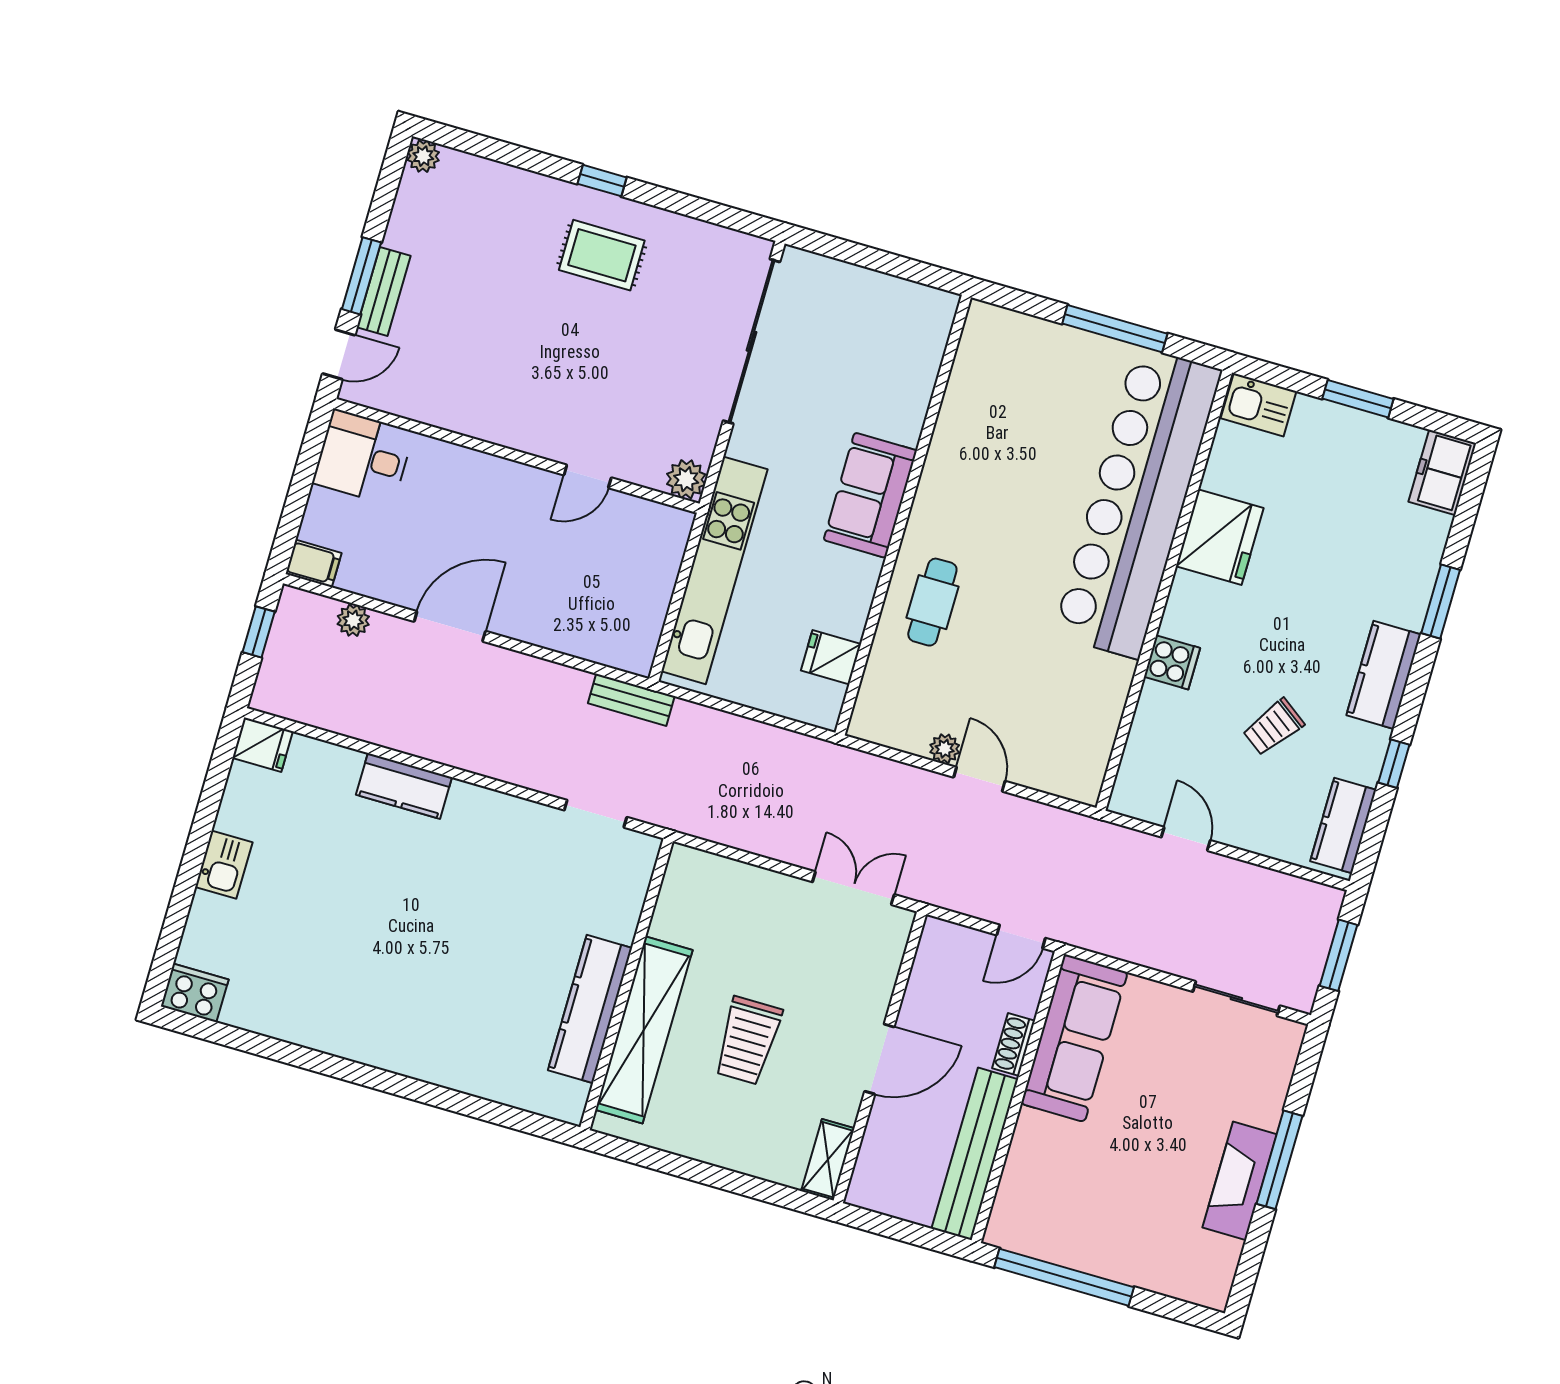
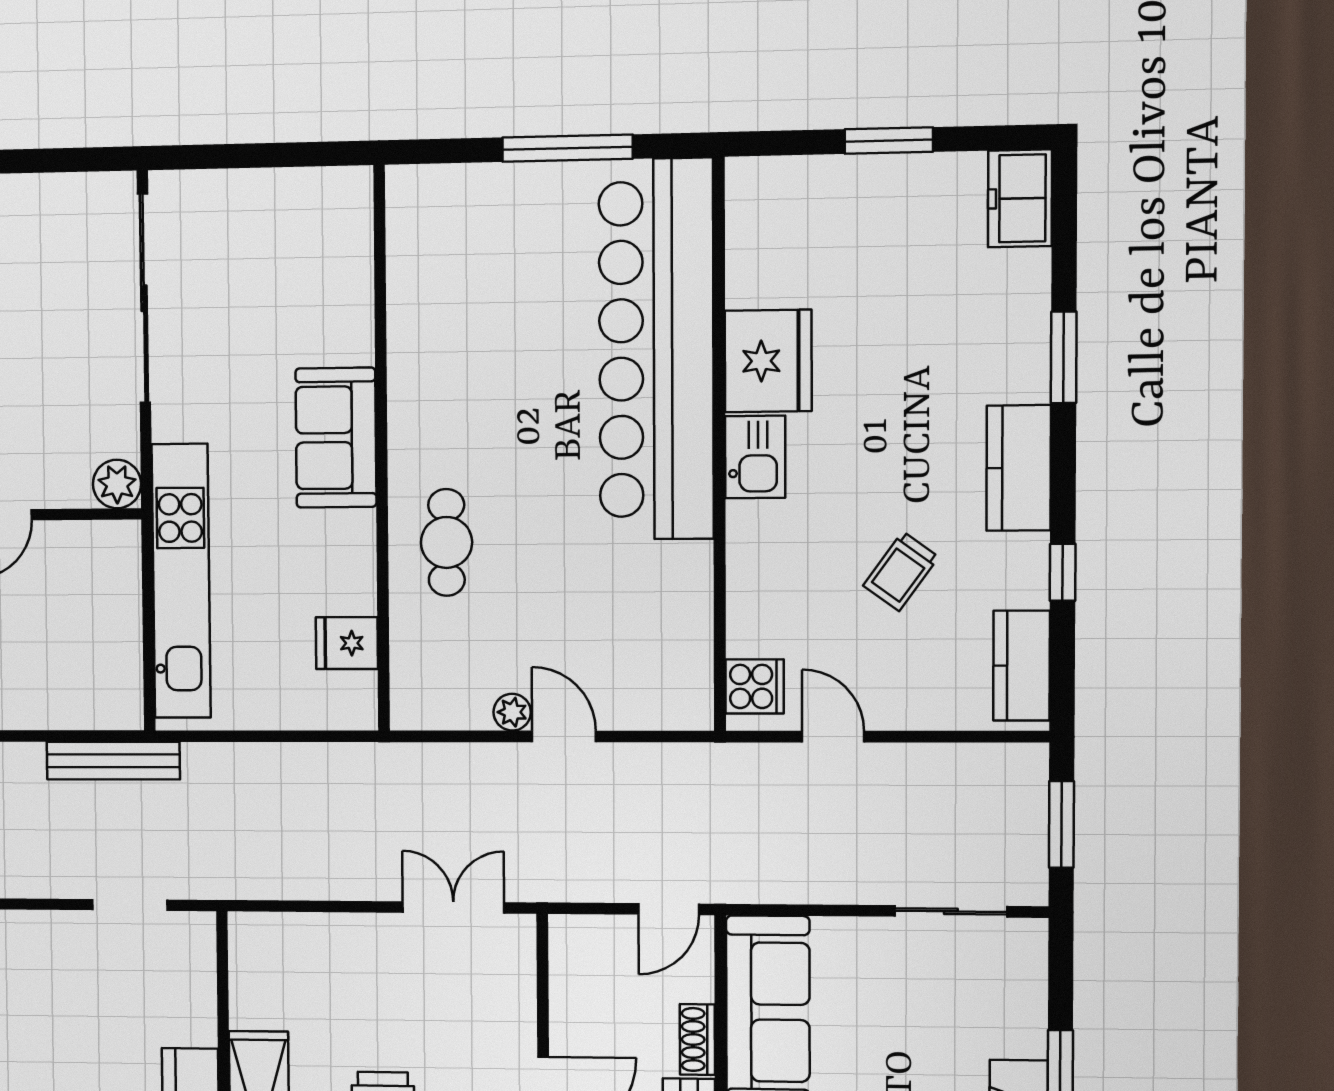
kitchen sink: (1259, 405) -> (755, 457), moved, turned -90
cooker: (1172, 662) -> (755, 686), moved
bench: (631, 700) -> (113, 761), width x1.36

